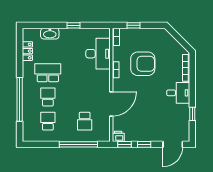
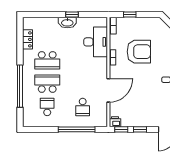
washbasin: (50, 34) -> (67, 23), moved
school desk: (48, 73) -> (47, 60), turned 180
school desk: (48, 97) -> (47, 84), width x1.85

